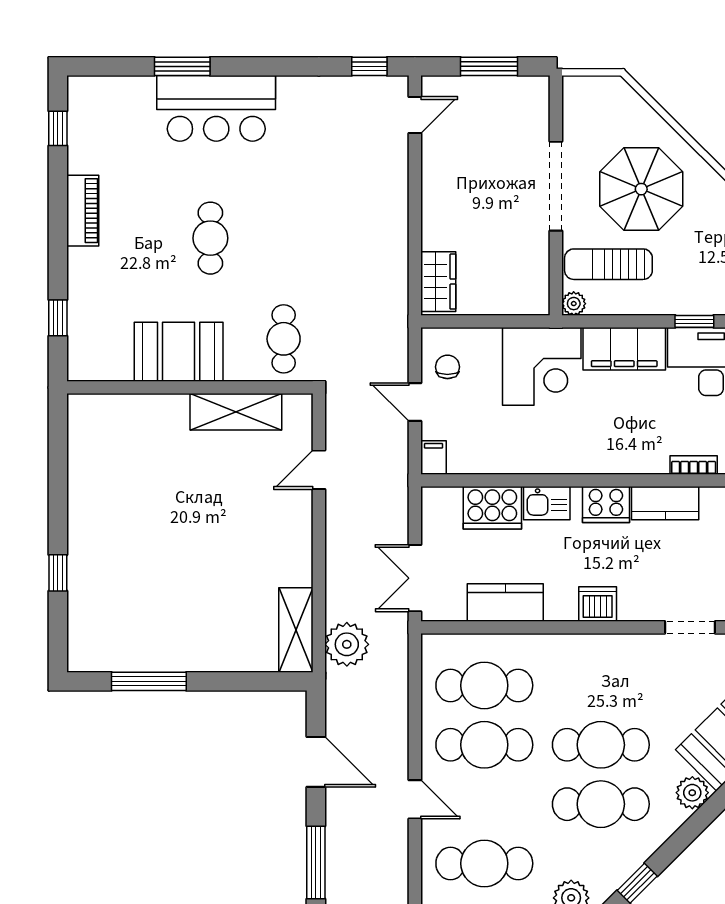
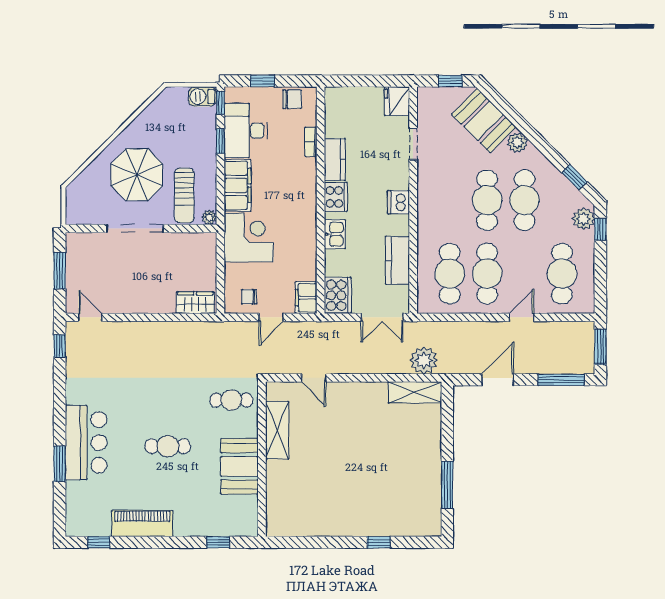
piano: (83, 211) -> (142, 523), width x1.37, depth x1.33
filing cabinet: (434, 458) -> (306, 298), width x2.00
cooker: (492, 508) -> (338, 295), moved

